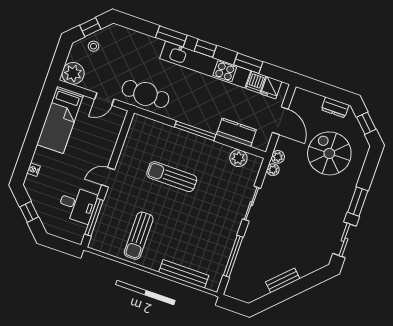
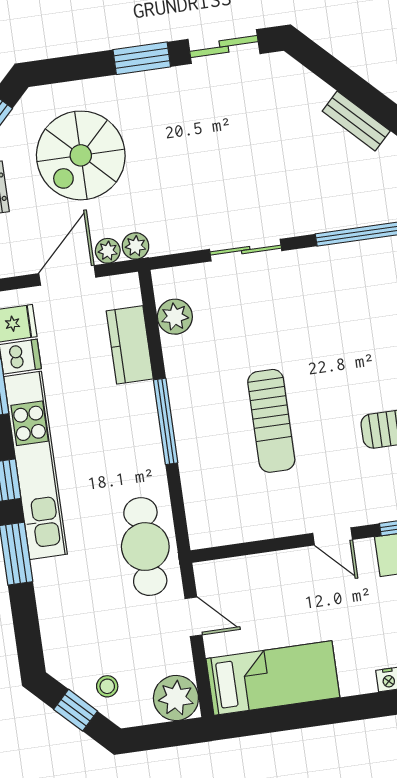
plant: (273, 170) -> (108, 251), moved

